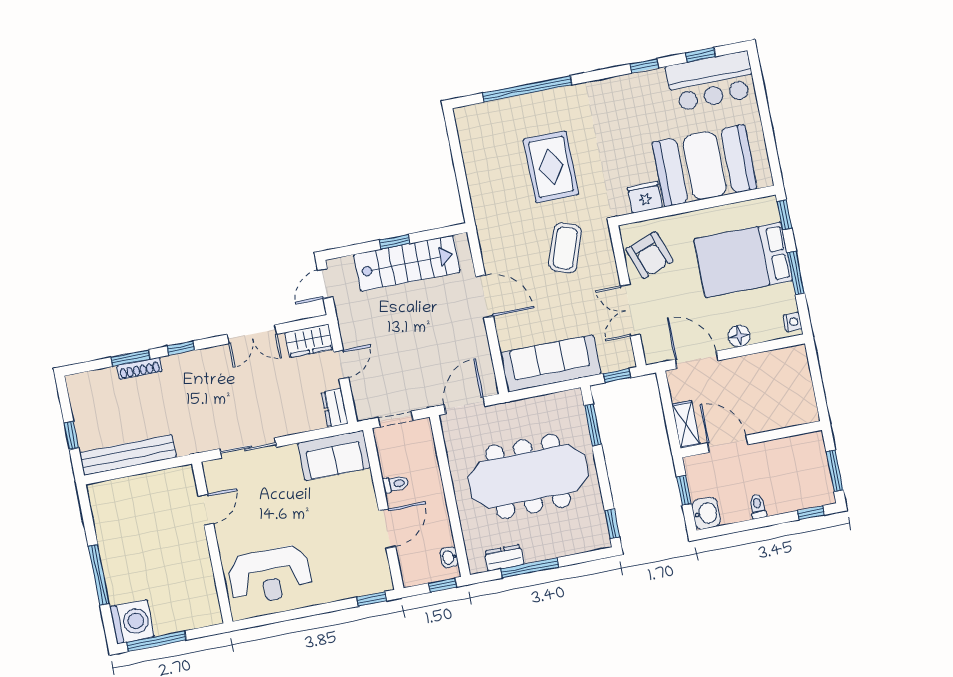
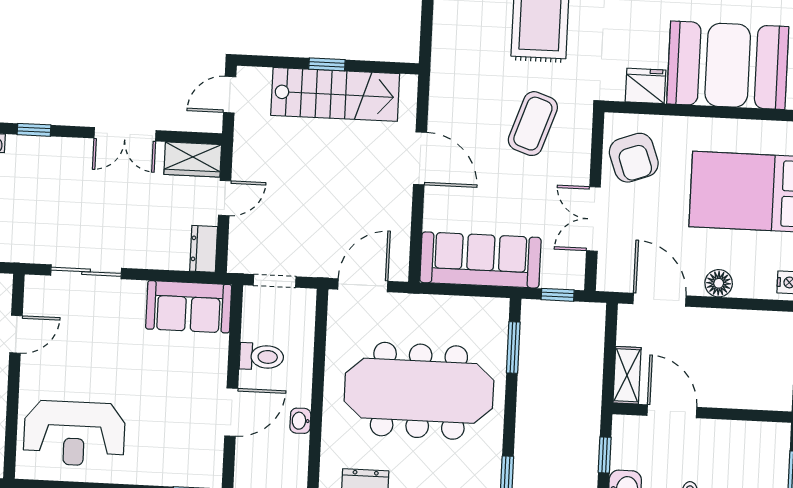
toilet: (396, 484) -> (262, 357), width x1.37, depth x1.39
washbasin: (449, 557) -> (300, 421), moved

